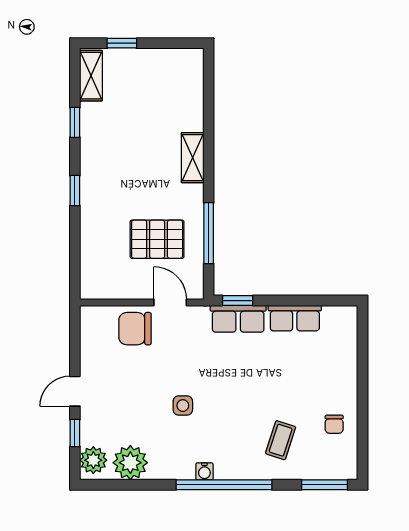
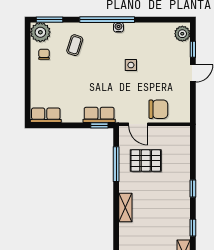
row of seats: (295, 318) -> (46, 115), moved
plant: (130, 463) -> (40, 32), moved

